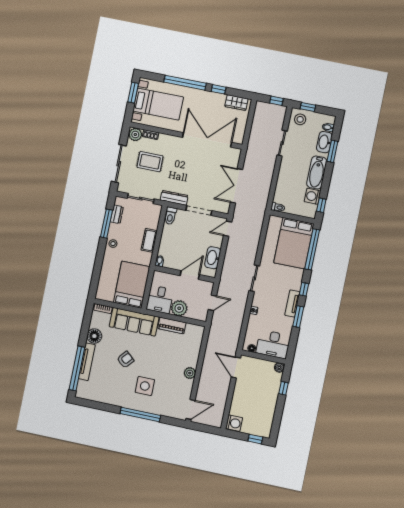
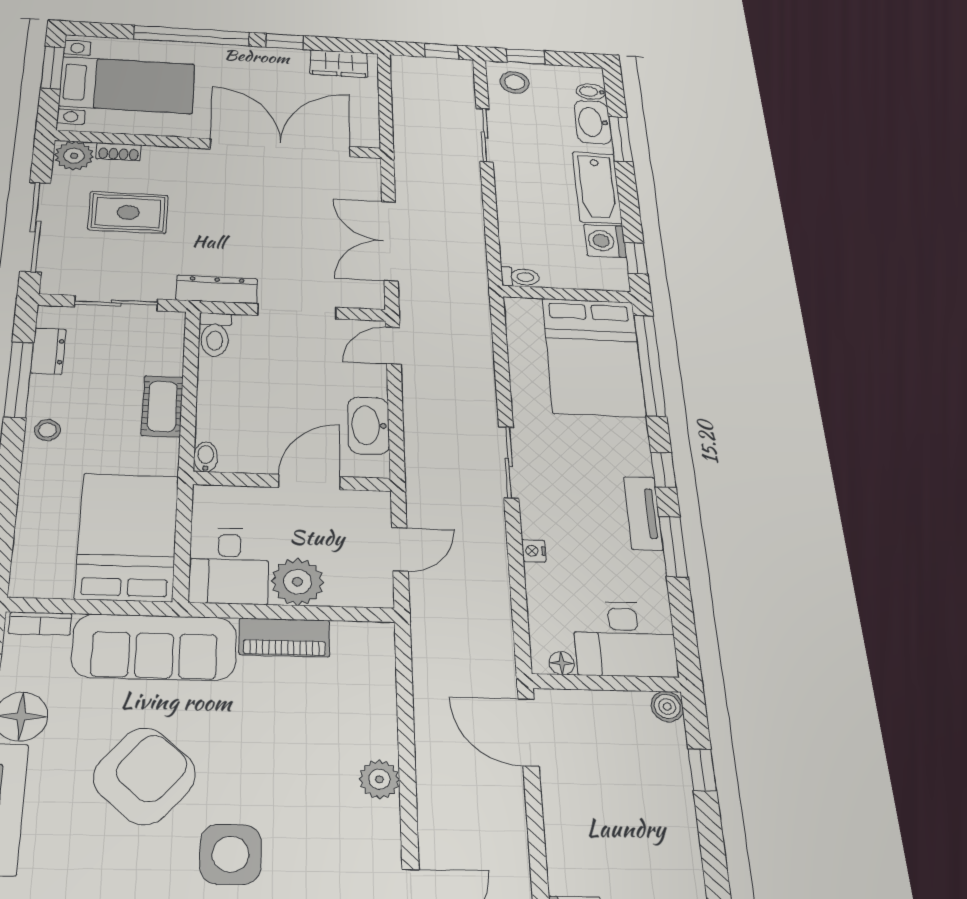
armchair: (125, 360) -> (145, 776), width x1.88, depth x1.88

